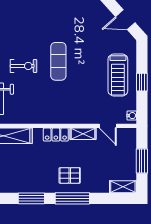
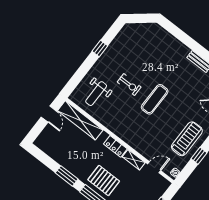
treadmill: (118, 75) -> (187, 139), turned 180
door: (108, 126) -> (154, 167), swing flipped
pallet: (70, 175) -> (104, 180), width x1.50, depth x1.42

